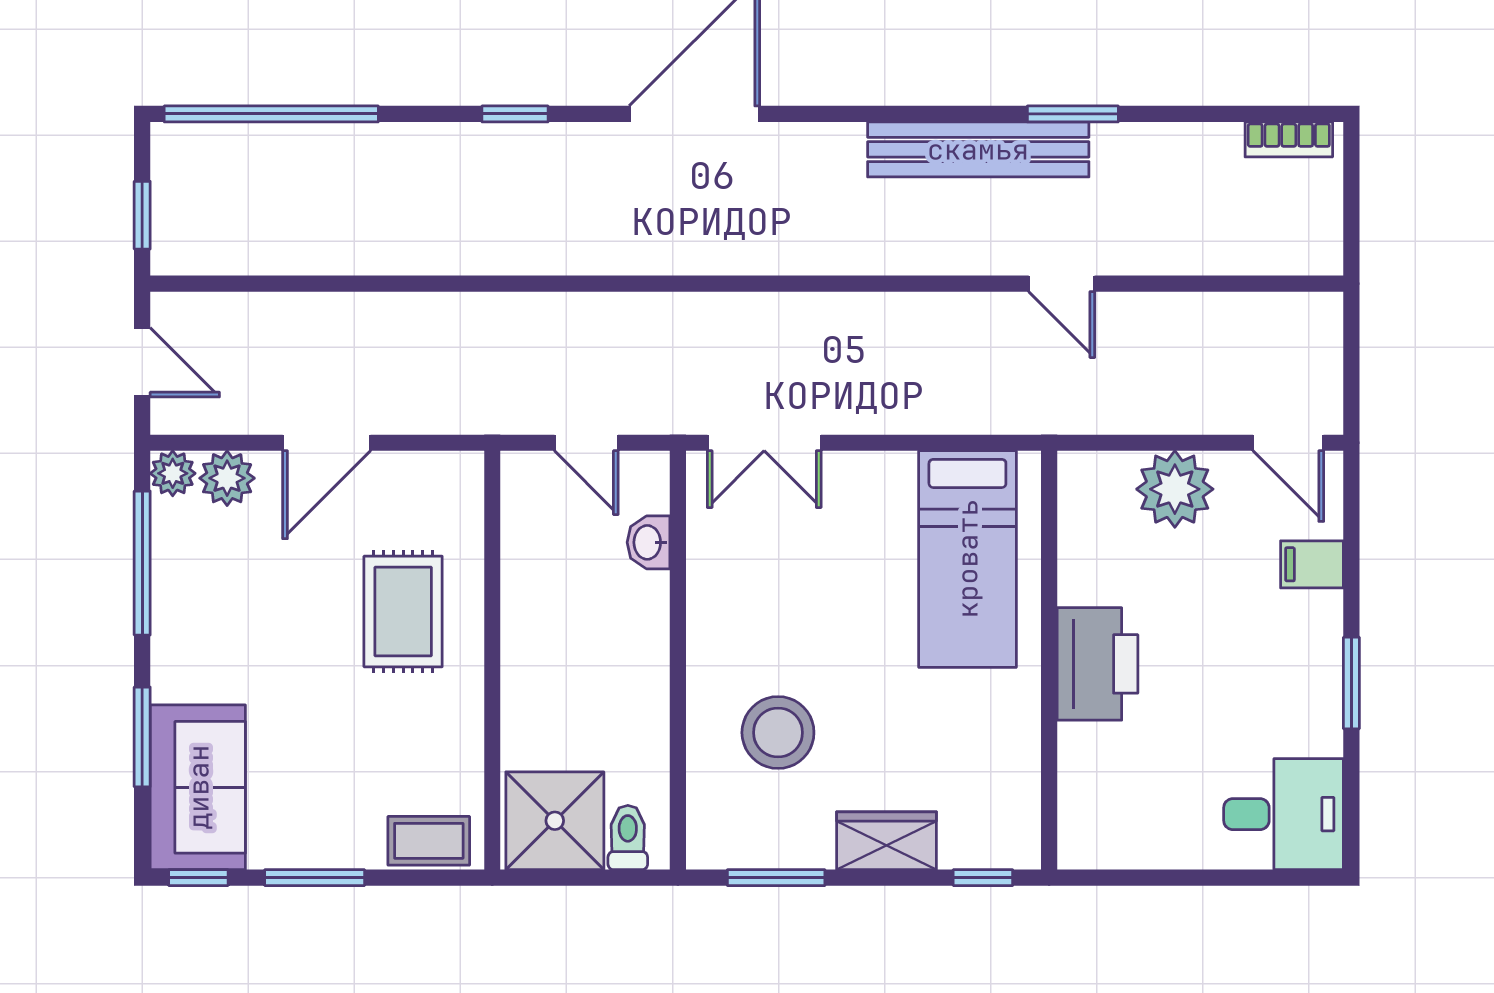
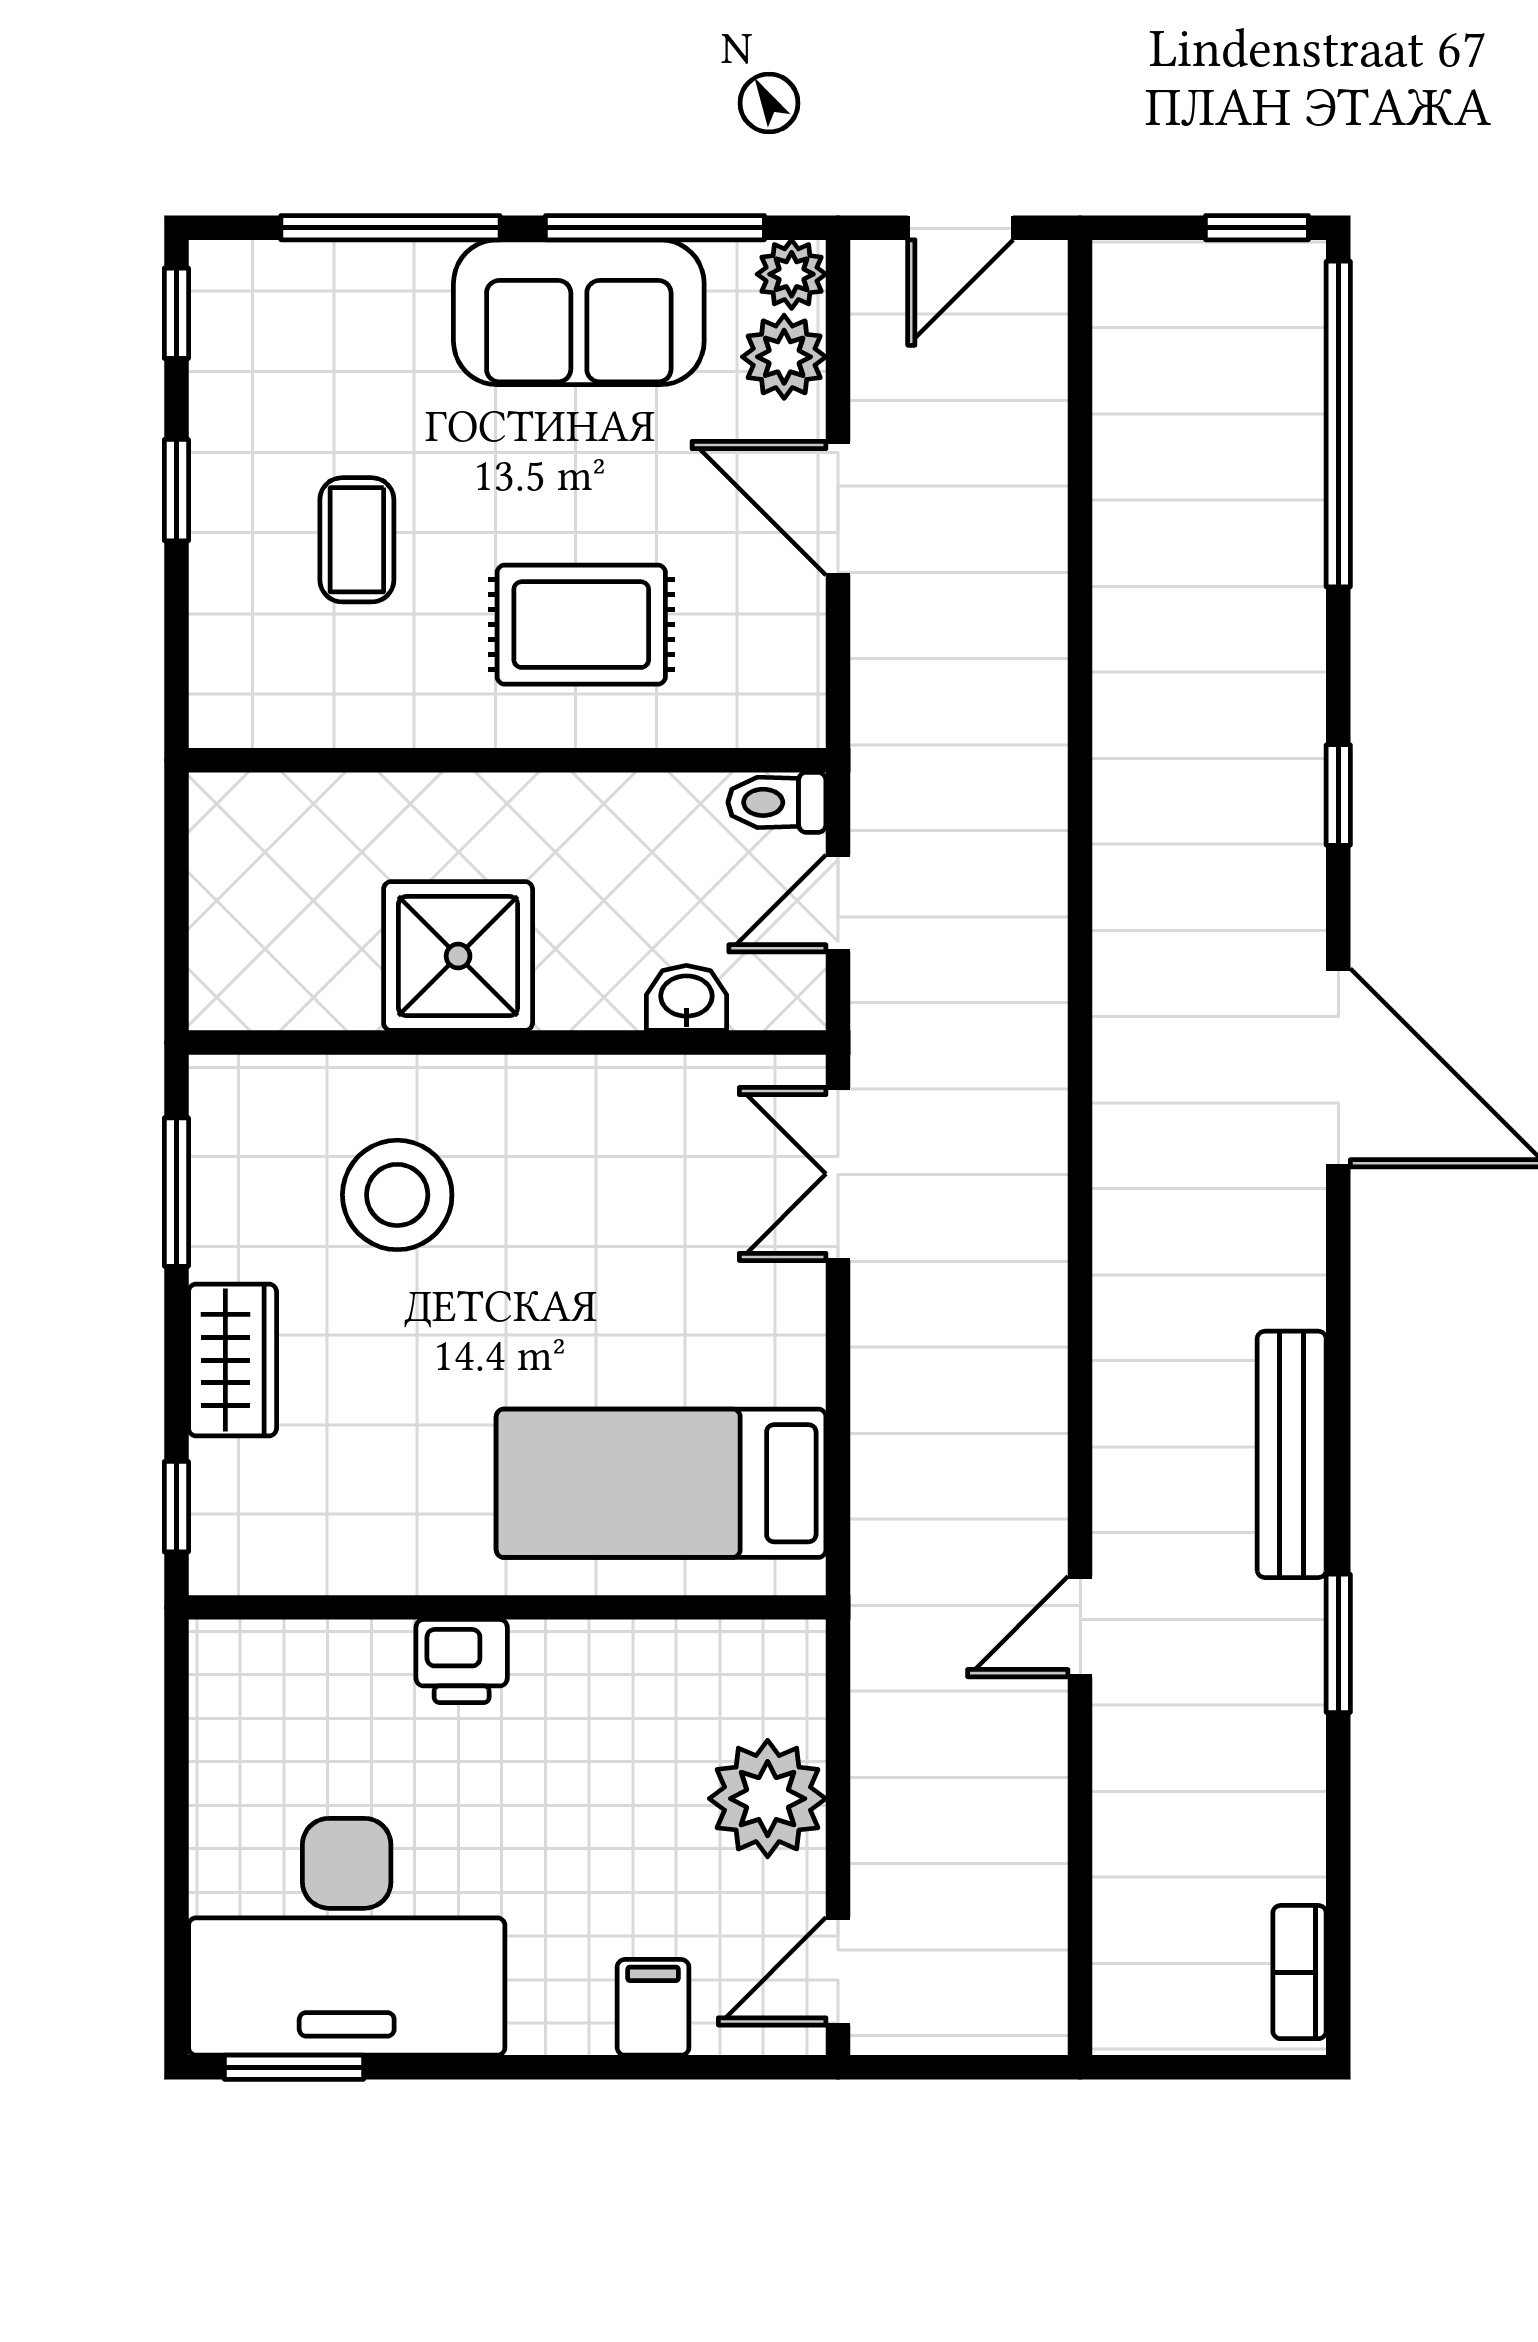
bench: (978, 149) -> (1292, 1454), width x0.73, depth x0.82
window: (142, 215) -> (1257, 228), moved
printer: (1097, 664) -> (462, 1661), width x0.53, depth x0.68
window: (1351, 683) -> (294, 2067), moved
window: (142, 737) -> (390, 228), width x1.44
sofa: (198, 787) -> (579, 312), moved
desk: (1284, 814) -> (347, 1937), width x1.87, depth x1.30
shower: (555, 821) -> (458, 956), moved
toilet: (628, 837) -> (777, 802), moved, turned 180
coffee table: (429, 841) -> (357, 540), moved
window: (315, 878) -> (176, 490), width x0.67

